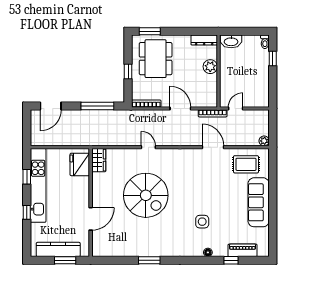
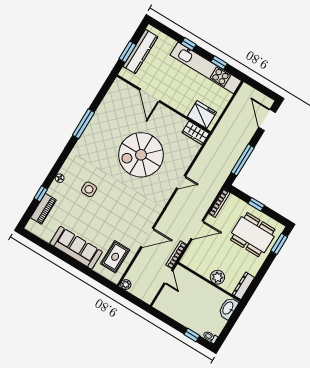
window: (149, 260) -> (83, 124), width x1.44

